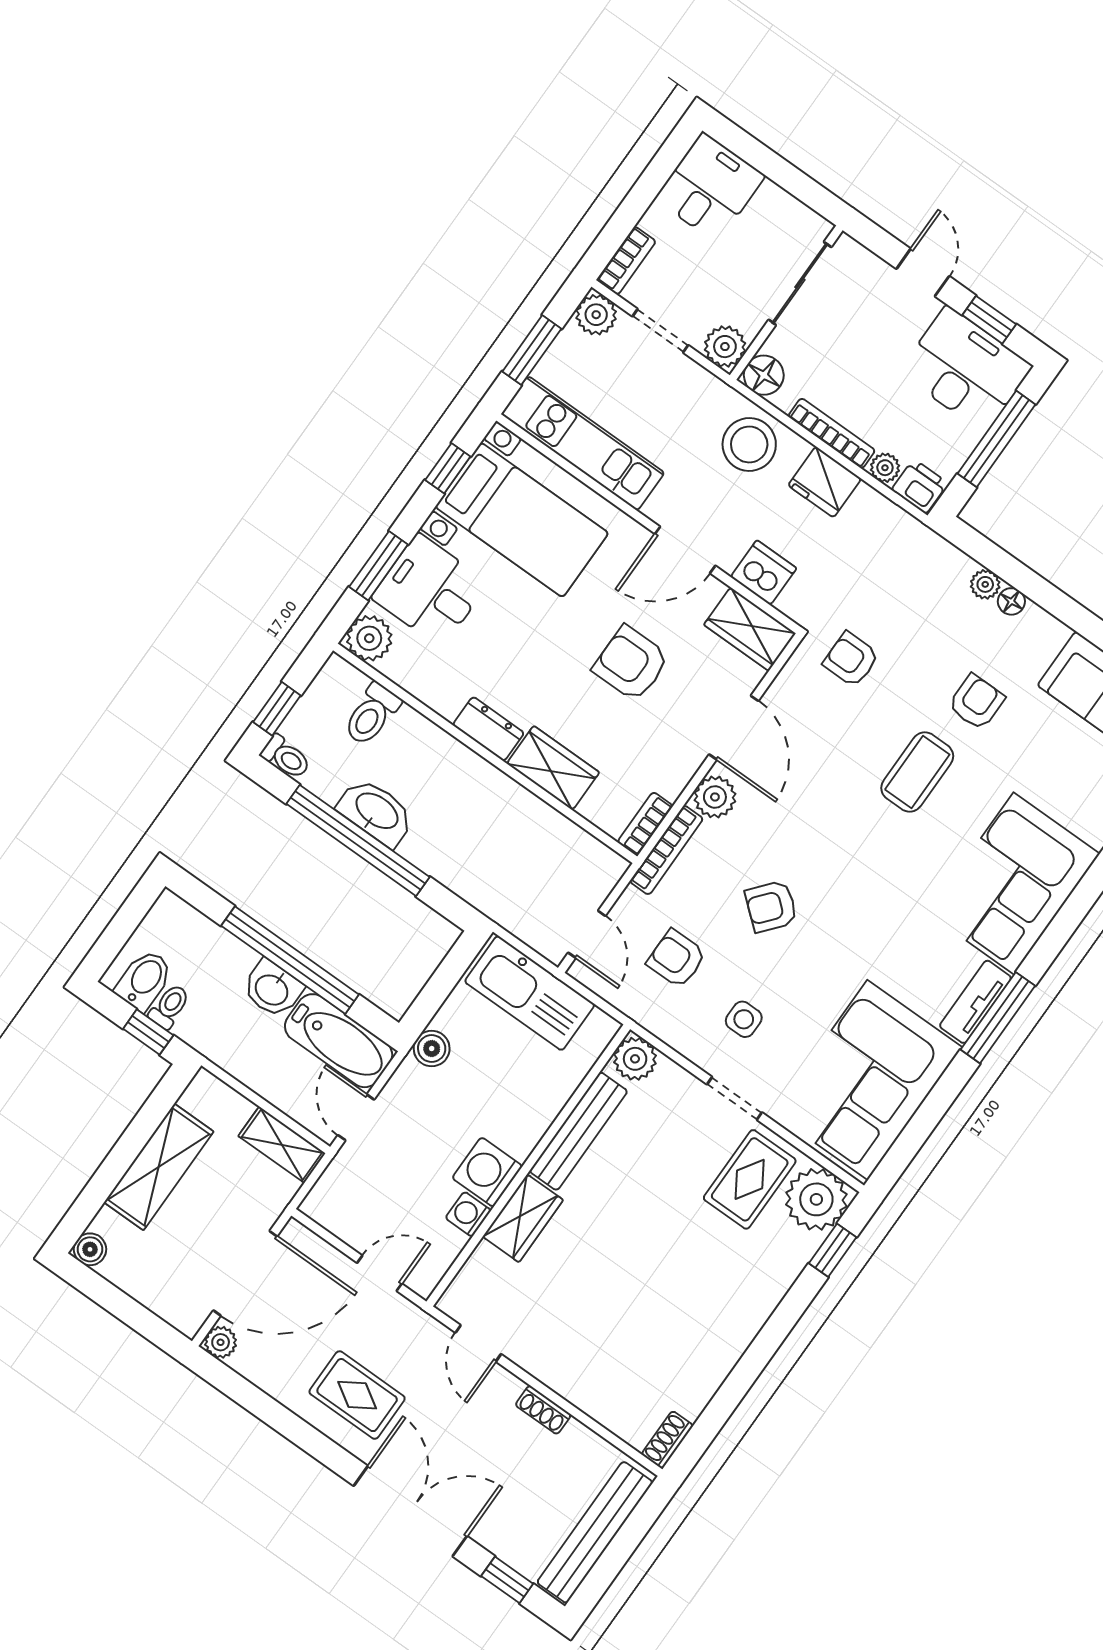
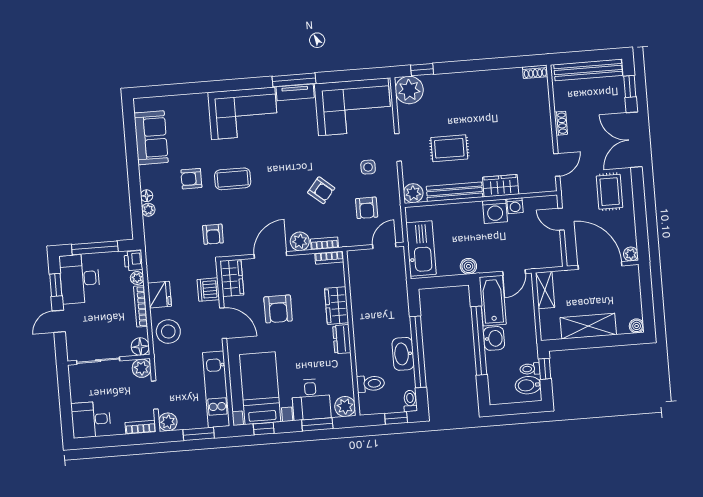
bookcase: (666, 850) -> (324, 243), width x0.64
rug: (750, 1179) -> (449, 148), moved

